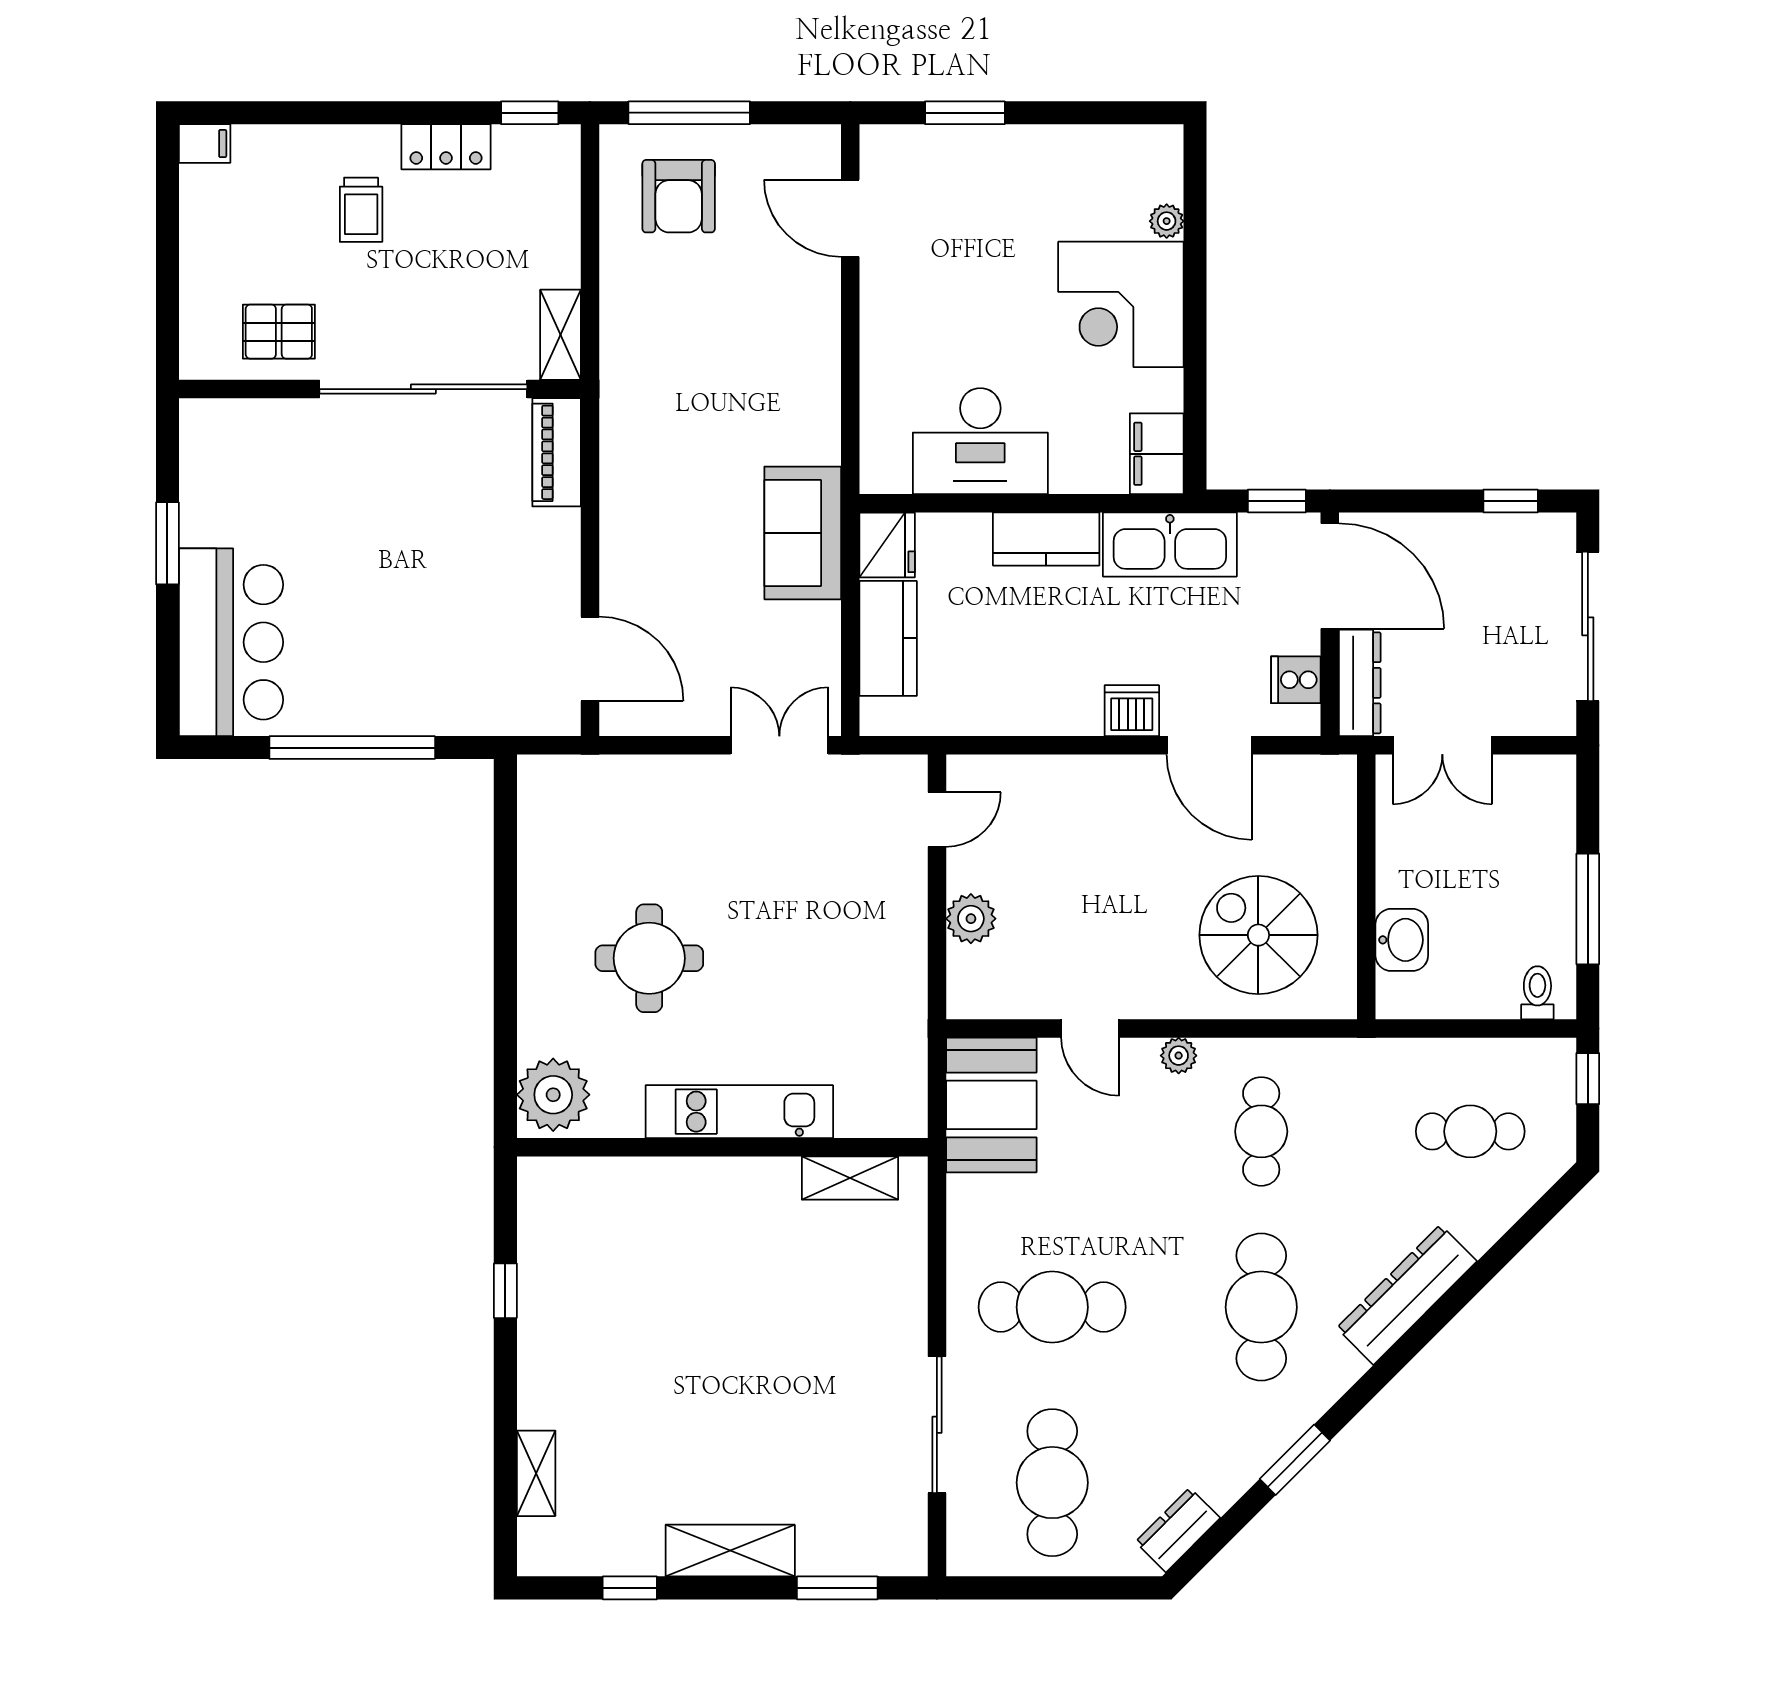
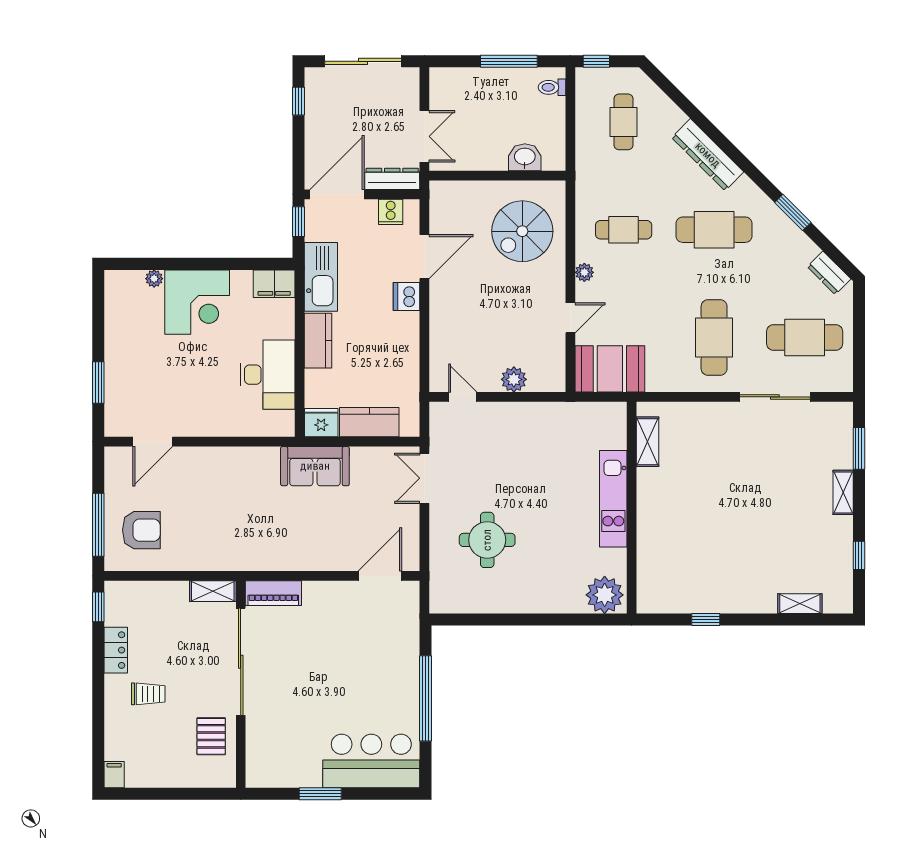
round table: (649, 958) -> (487, 540), moved
shelving: (730, 1551) -> (843, 492), width x0.67, depth x0.75

